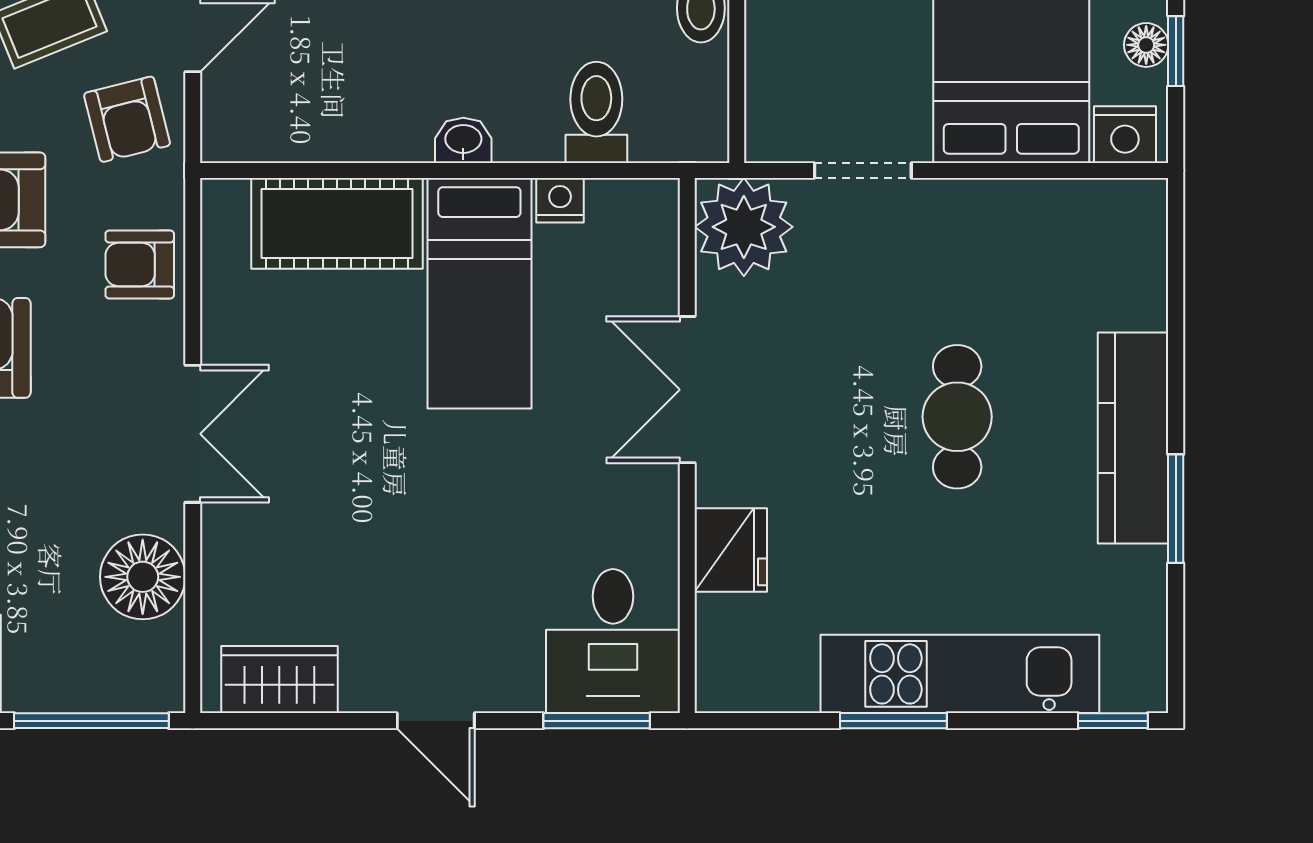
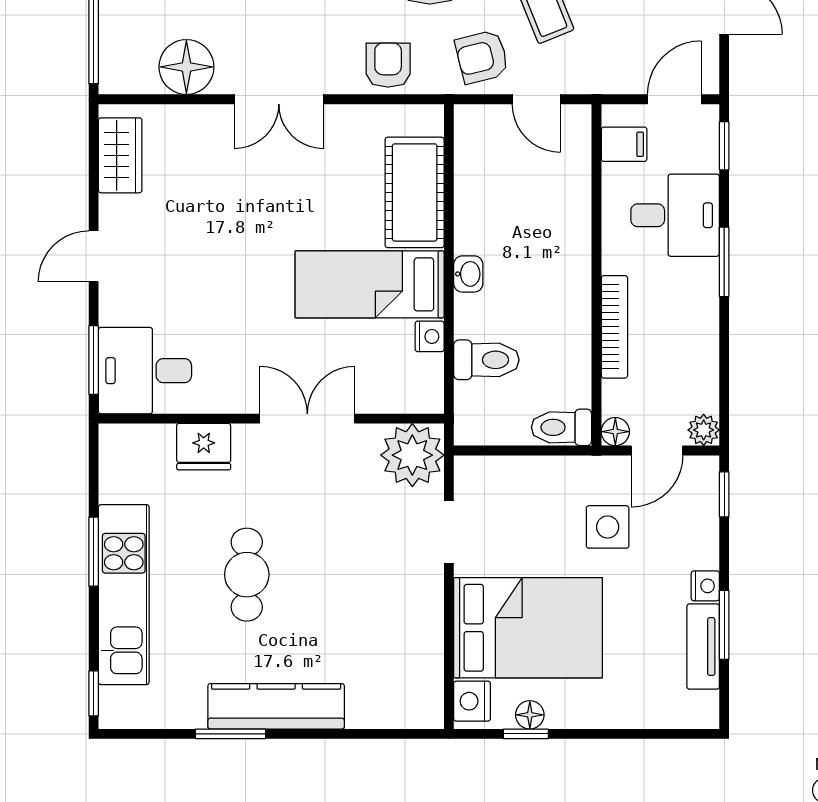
cafe table: (957, 417) -> (247, 575), moved, turned 90

